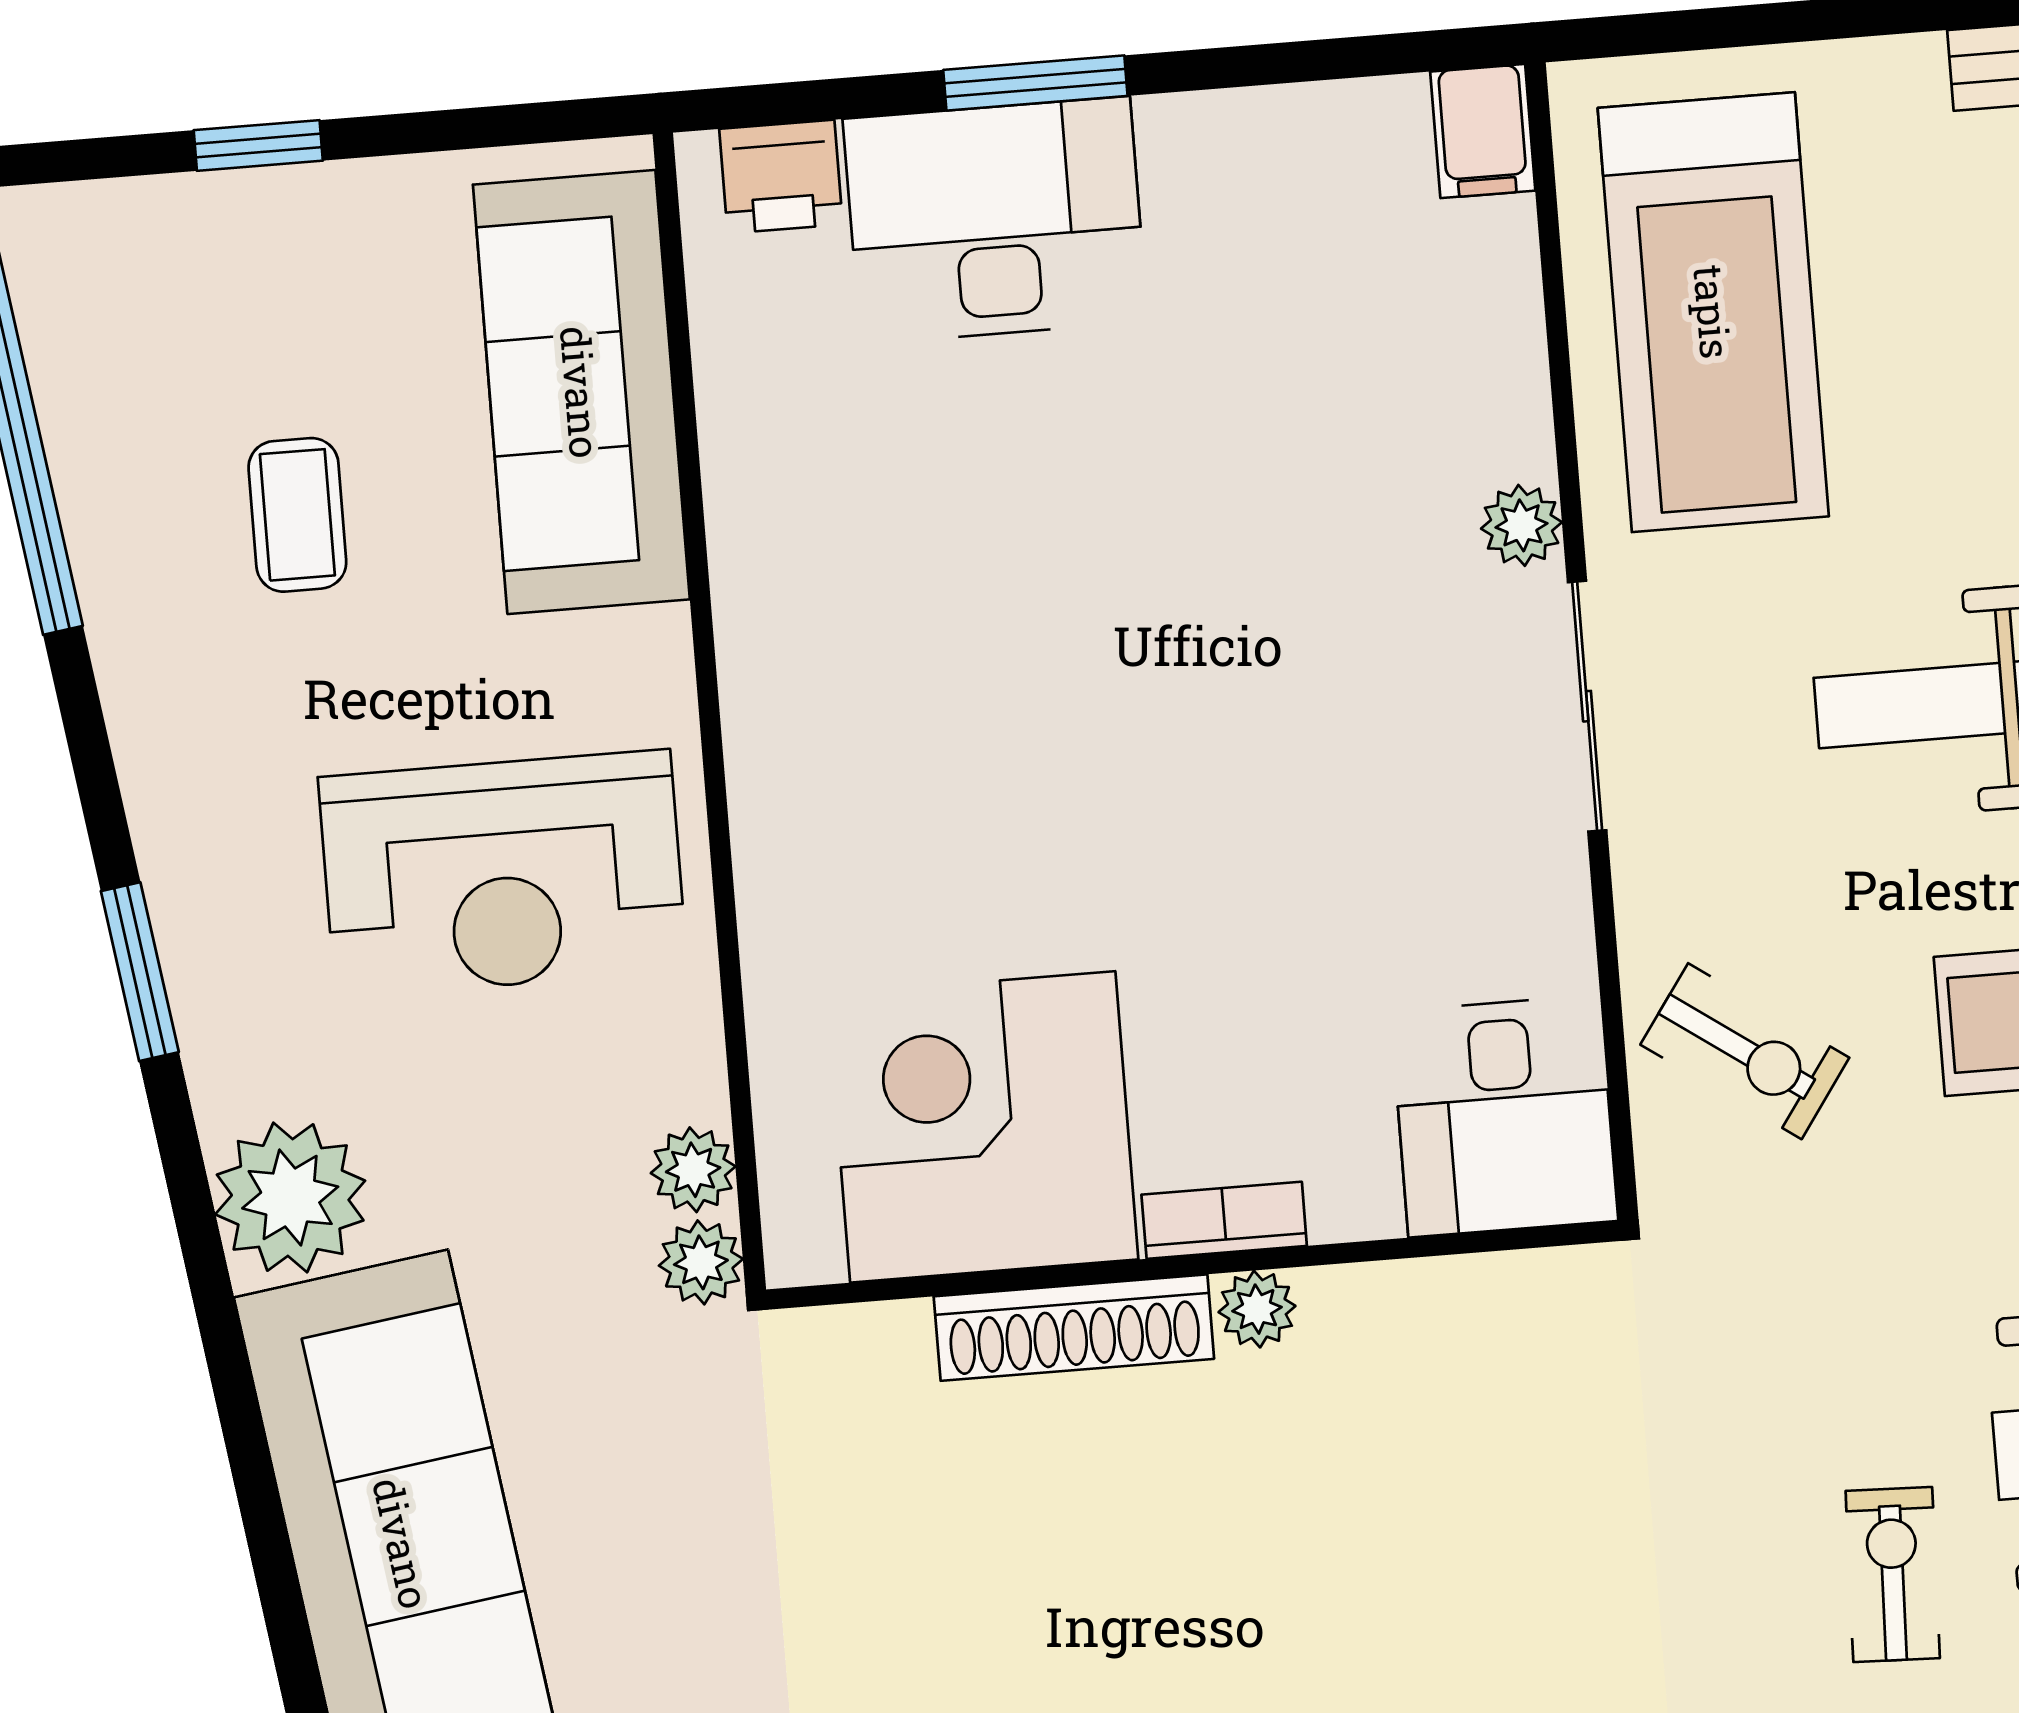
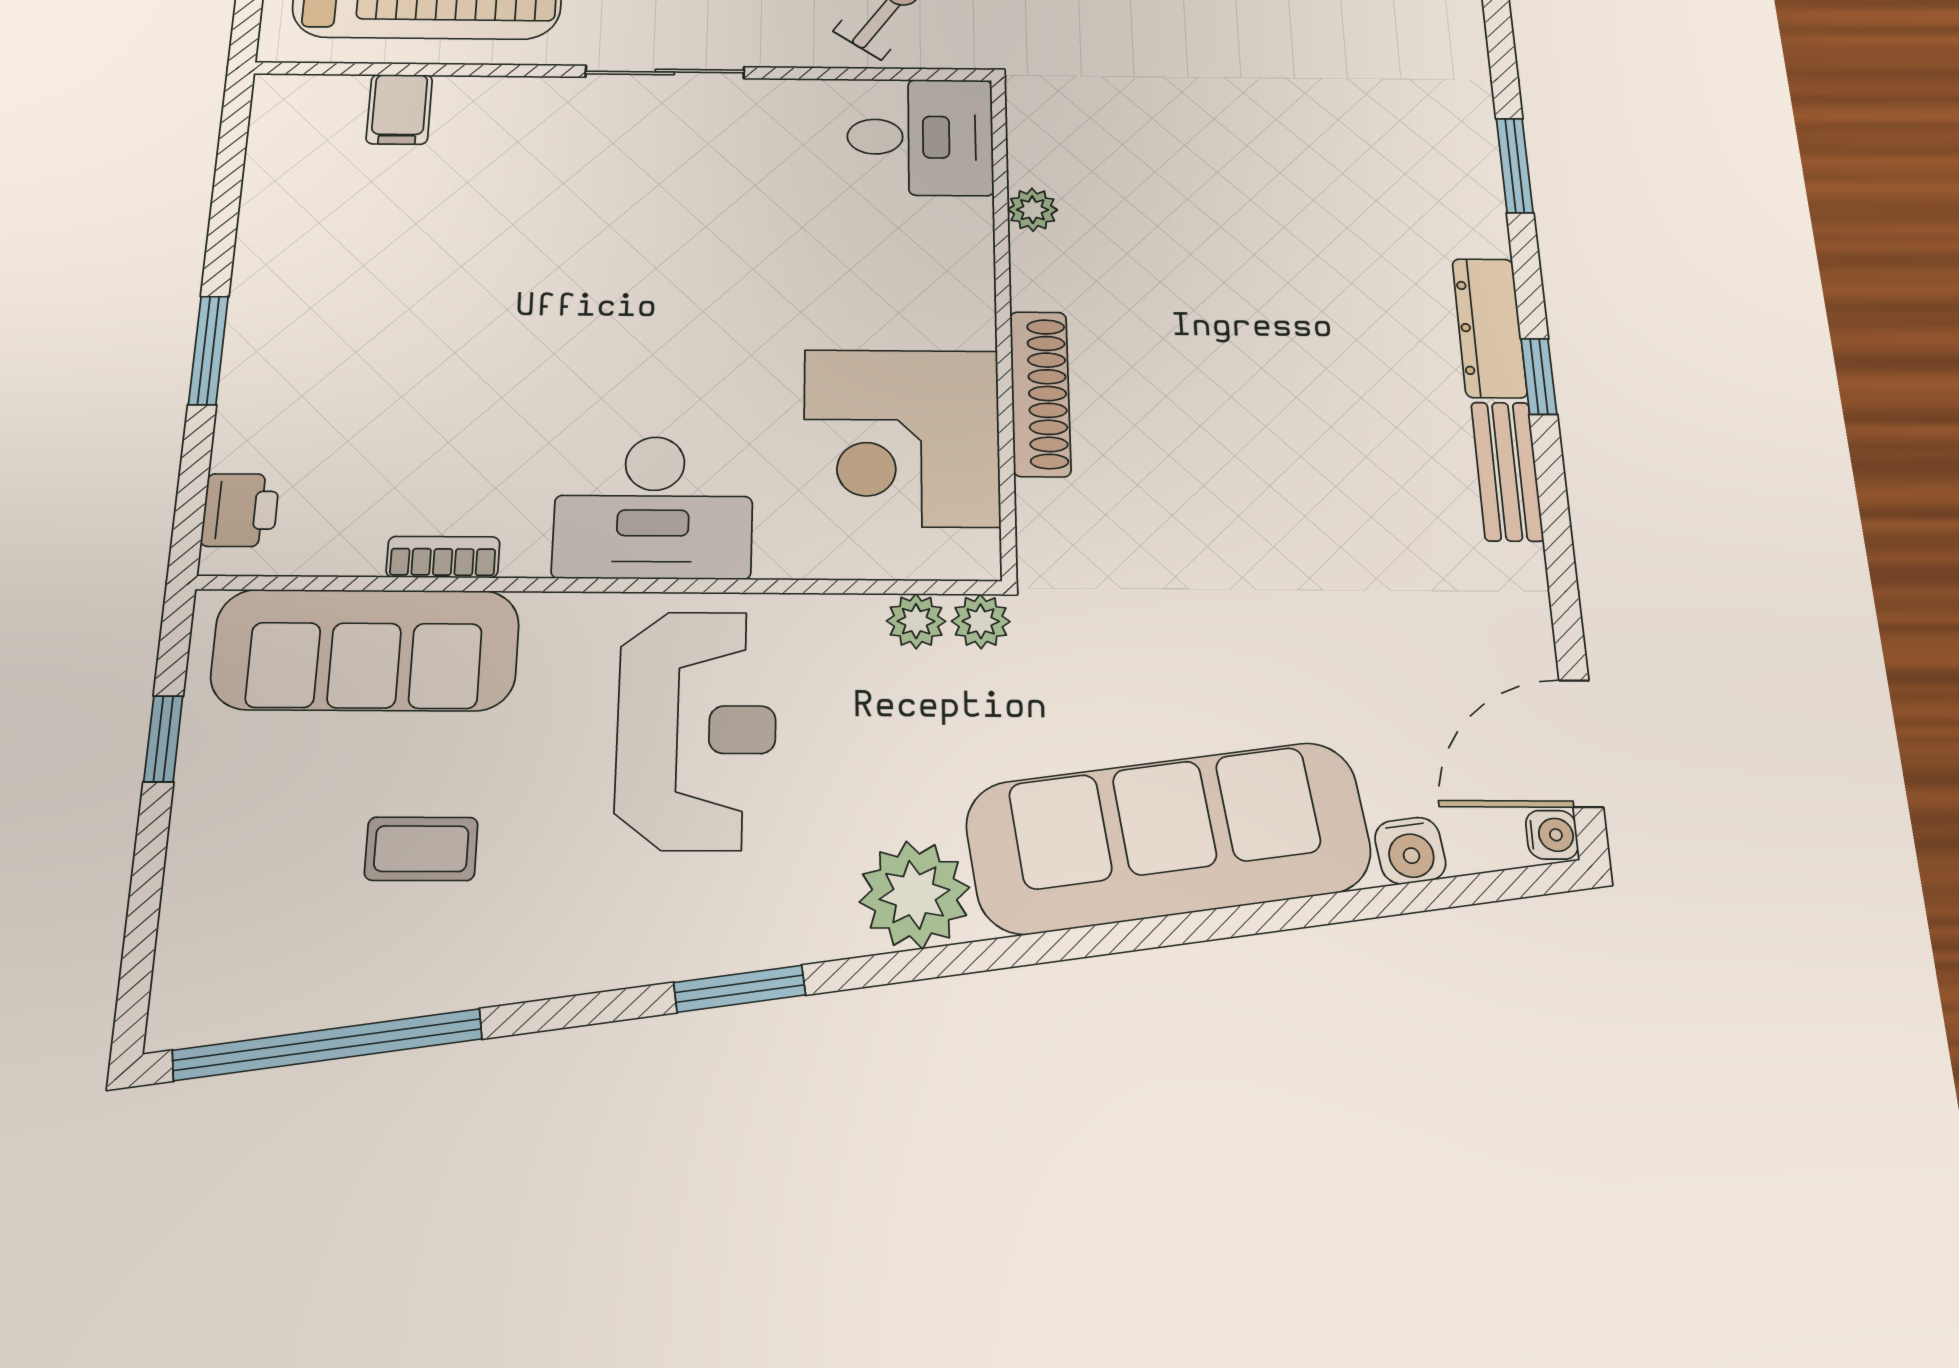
filing cabinet: (1483, 131) -> (399, 109), moved, turned 90
window: (258, 145) -> (163, 739), moved
desk: (995, 220) -> (653, 507), moved, turned -90
plant: (1522, 525) -> (545, 98), removed
bookcase: (1224, 1220) -> (443, 557), moved, turned 90
plant: (1257, 1309) -> (1033, 210), moved

